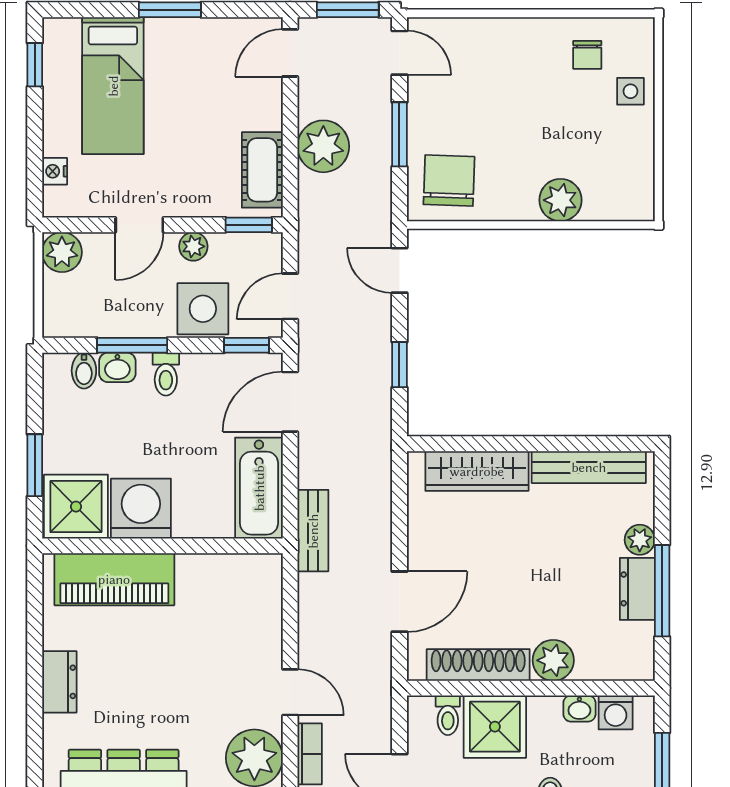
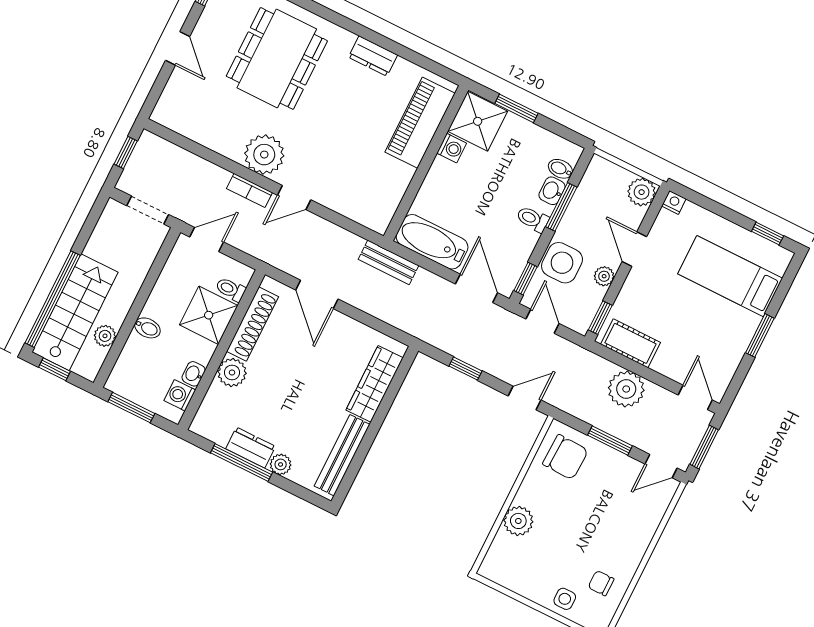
nightstand: (55, 171) -> (674, 202), moved
washing machine: (141, 509) -> (452, 148), width x0.53, depth x0.53

